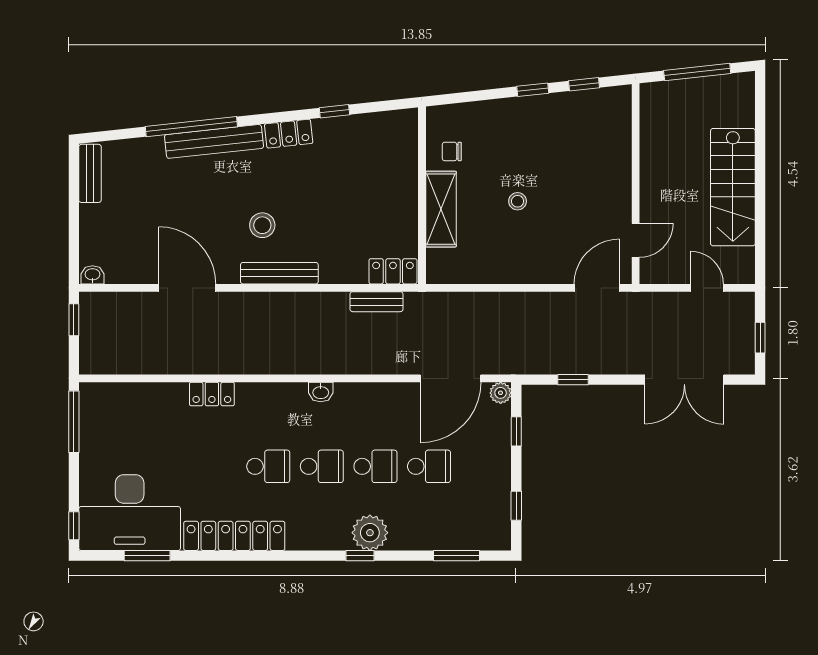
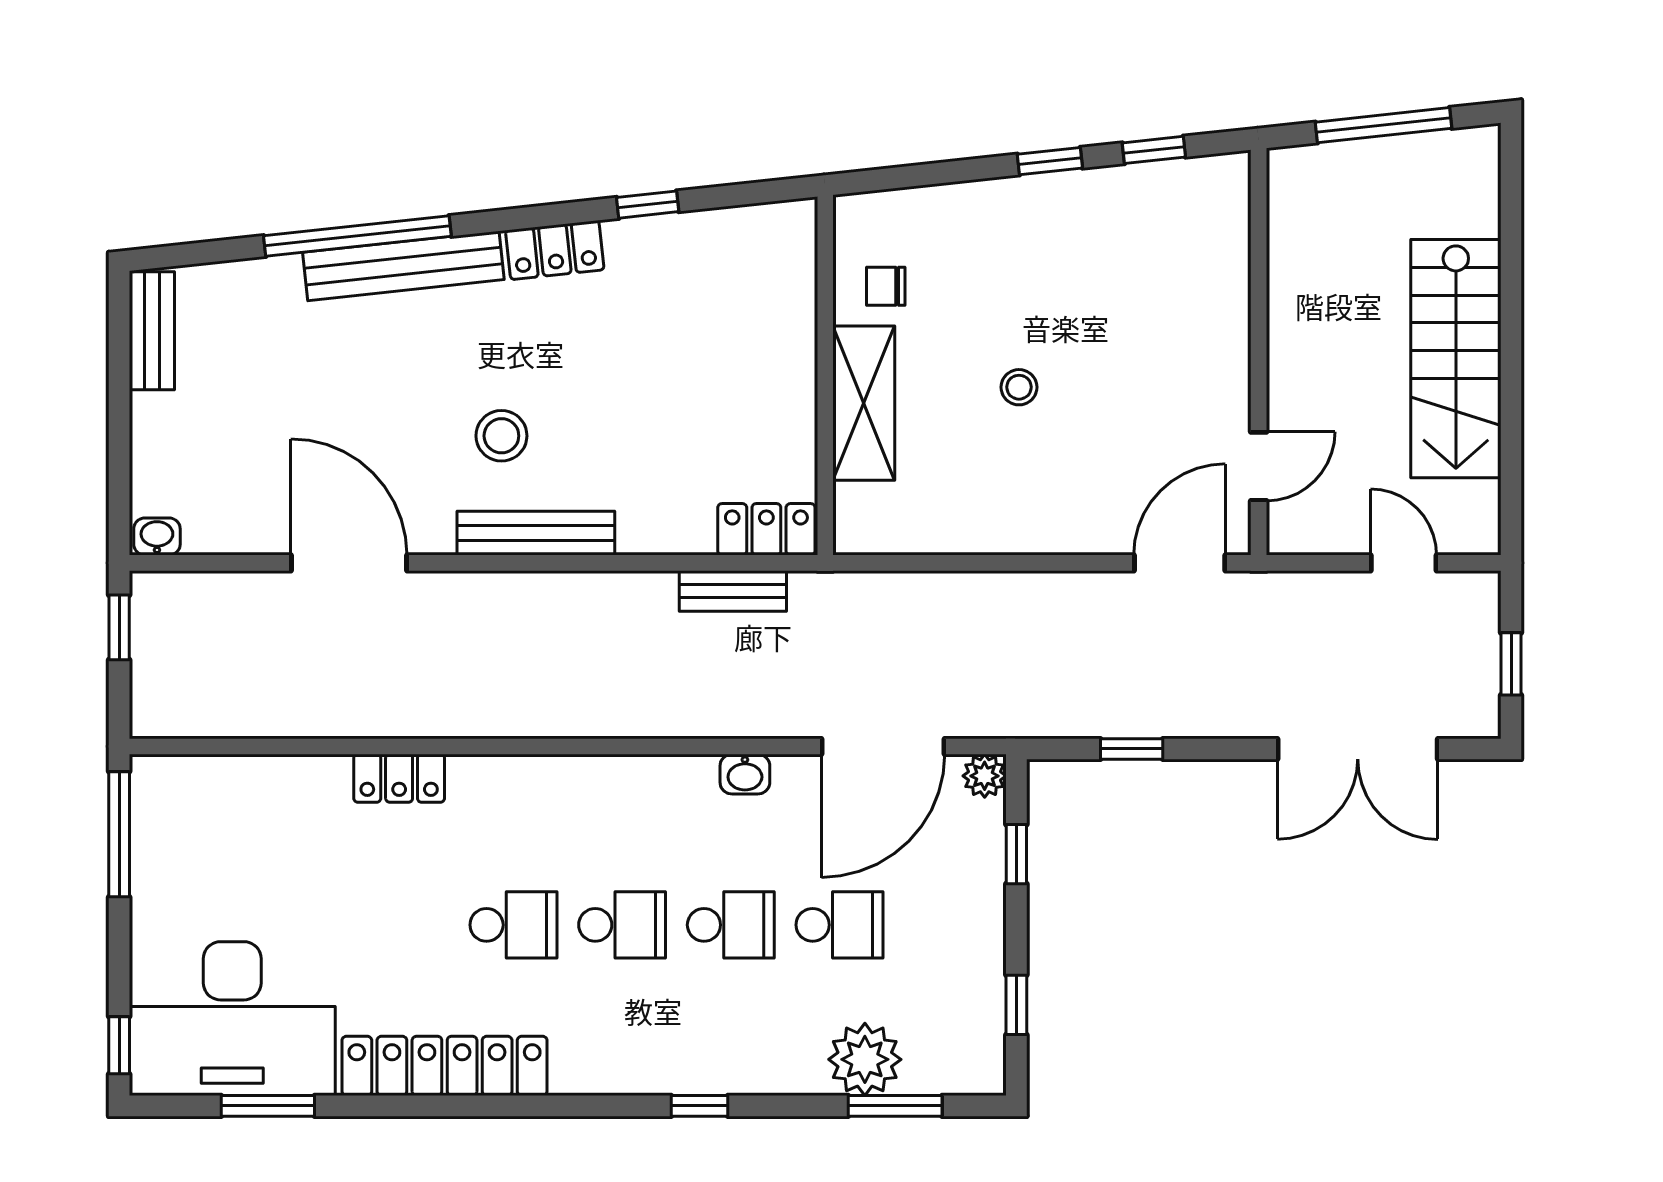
washbasin: (321, 392) -> (745, 774), moved
plant: (370, 533) -> (865, 1059), moved

